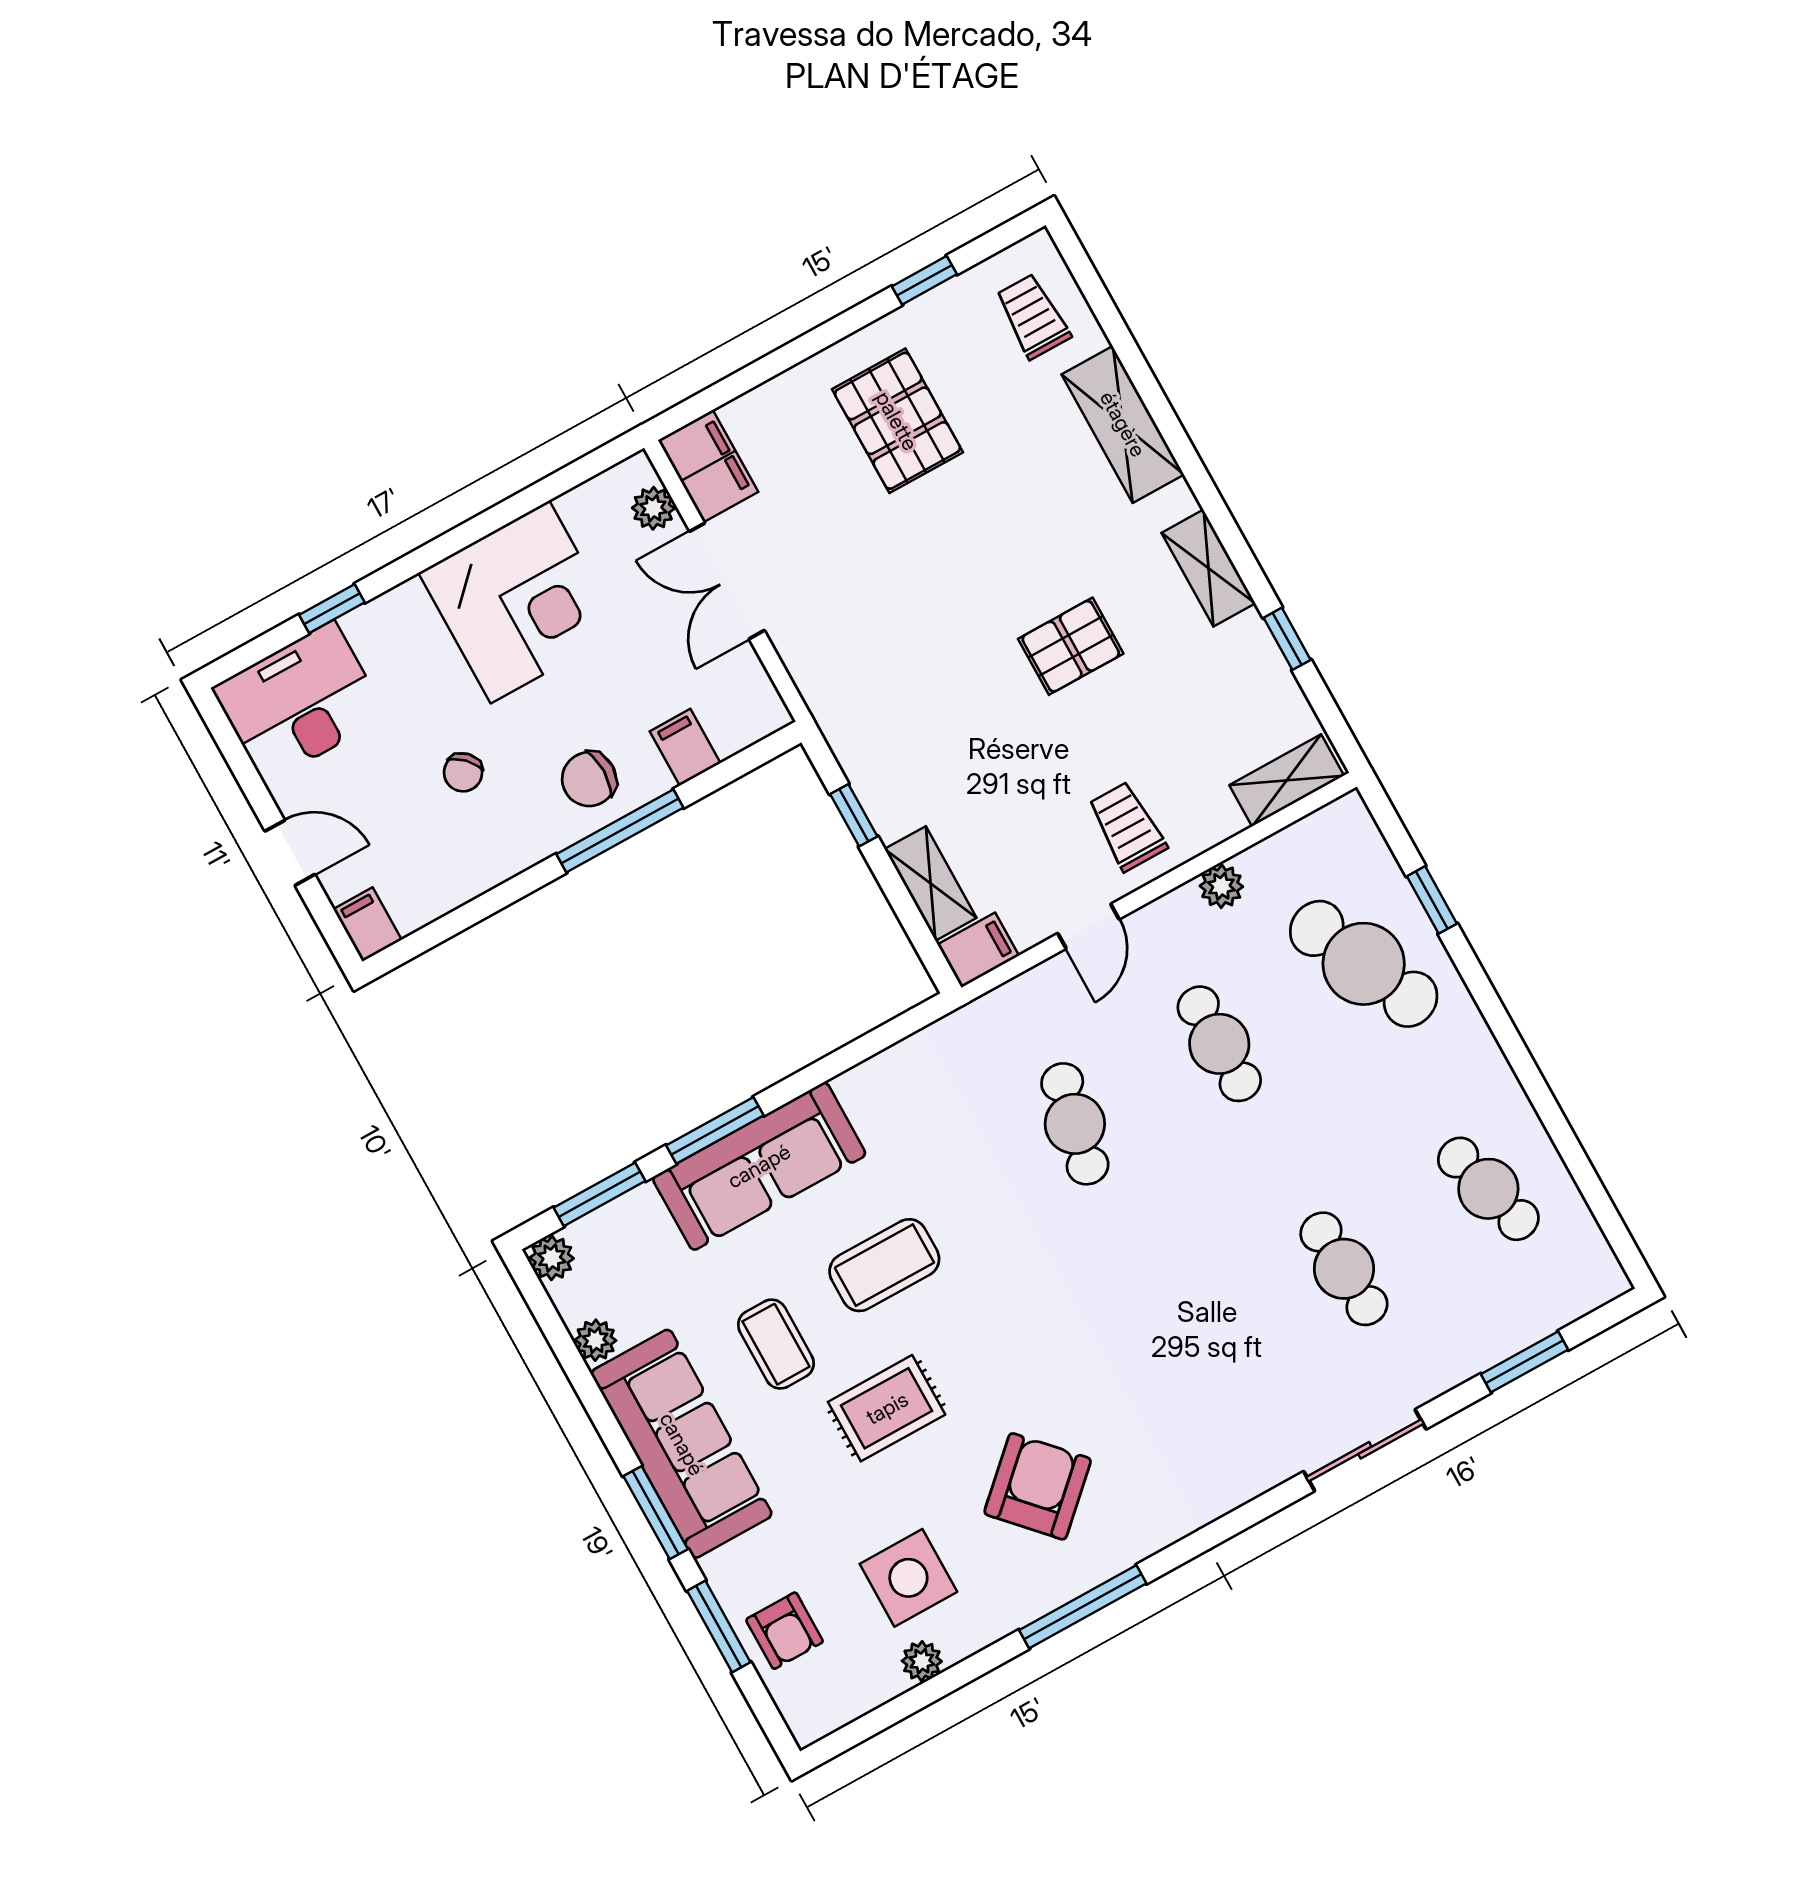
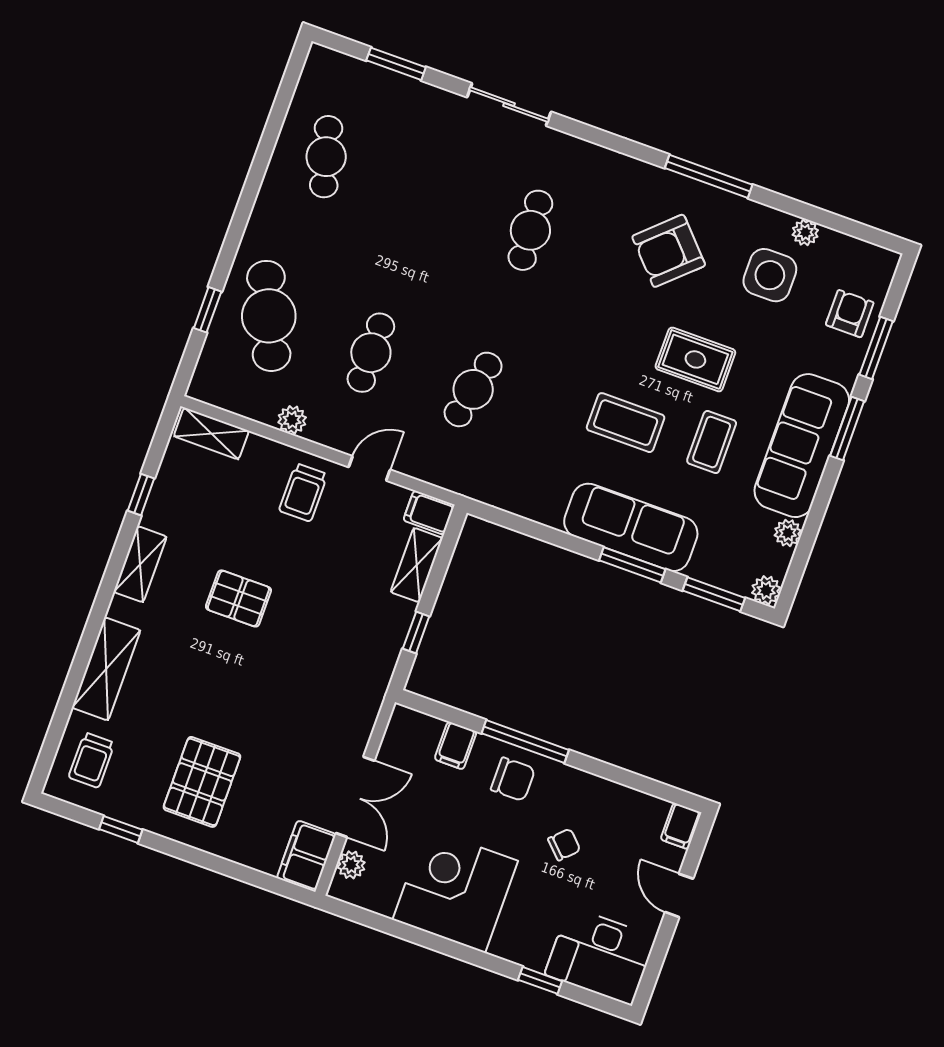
cafe table: (1344, 1269) -> (530, 230), moved

